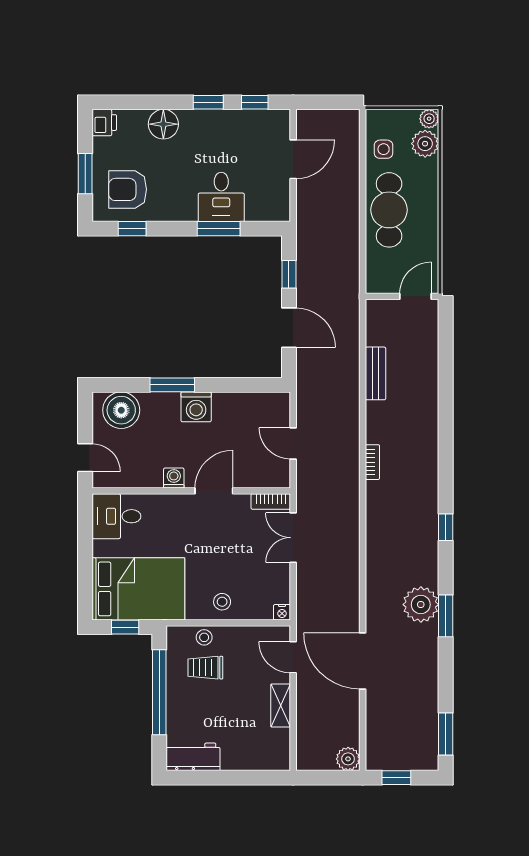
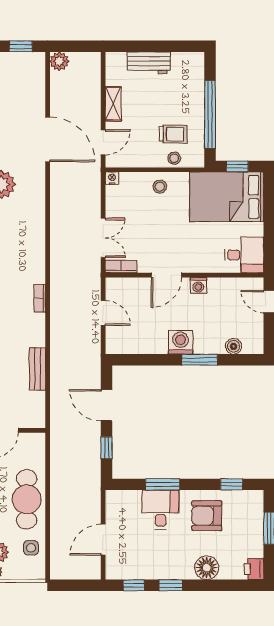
armchair: (128, 189) -> (207, 516), moved, turned 180
boiler: (121, 410) -> (234, 346), width x0.54, depth x0.54
door: (293, 657) -> (103, 142), hinge flipped
workbench: (193, 757) -> (149, 63), moved

